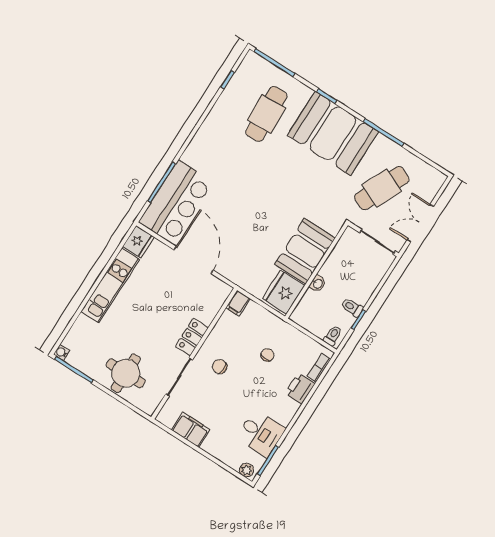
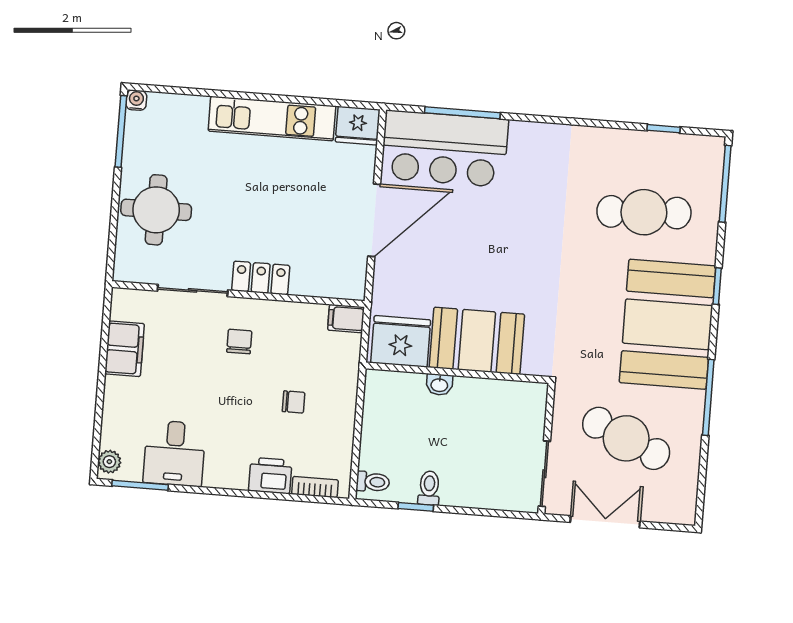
booth: (305, 251) -> (477, 341), moved
wall: (316, 271) -> (457, 373), moved
washbasin: (318, 284) -> (439, 385), moved
fridge: (284, 292) -> (401, 341), moved

